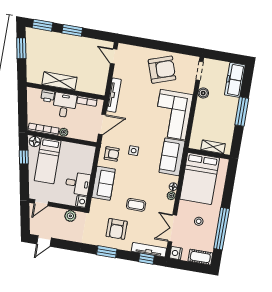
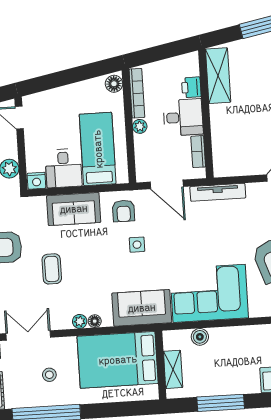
shelving: (59, 81) -> (218, 76), moved
boiler: (203, 93) -> (200, 337), moved
window: (242, 112) -> (221, 403), moved
window: (24, 157) -> (85, 72), removed
bed: (48, 161) -> (98, 149), moved, turned 90

